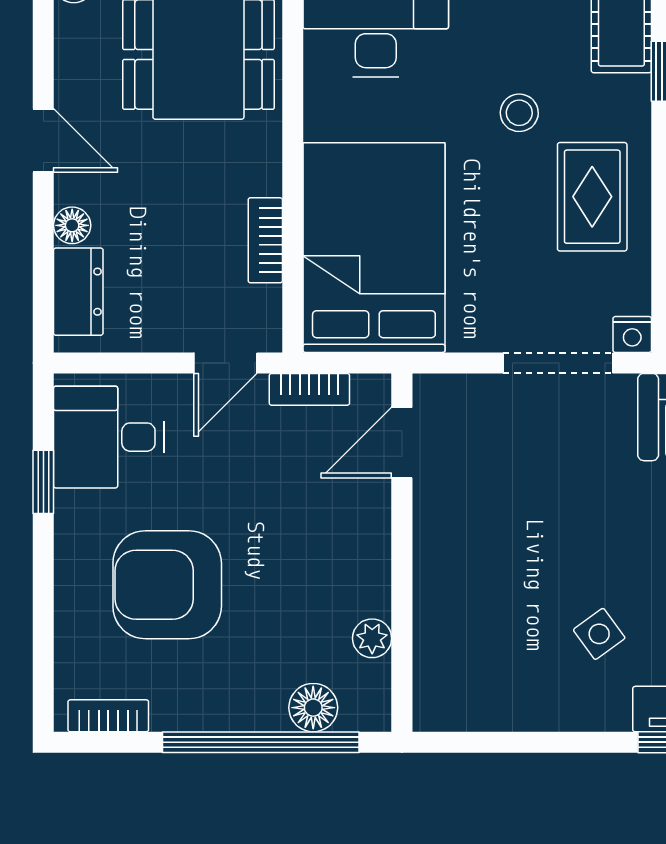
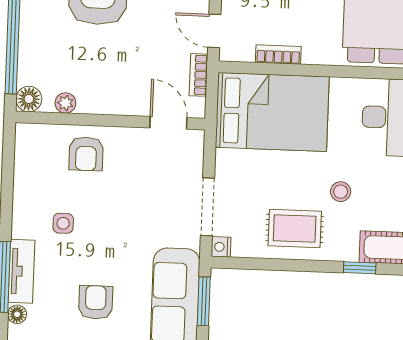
armchair: (466, 596) -> (86, 154), added
side table: (599, 634) -> (63, 223), turned 36
floor lamp: (313, 708) -> (29, 99), moved

